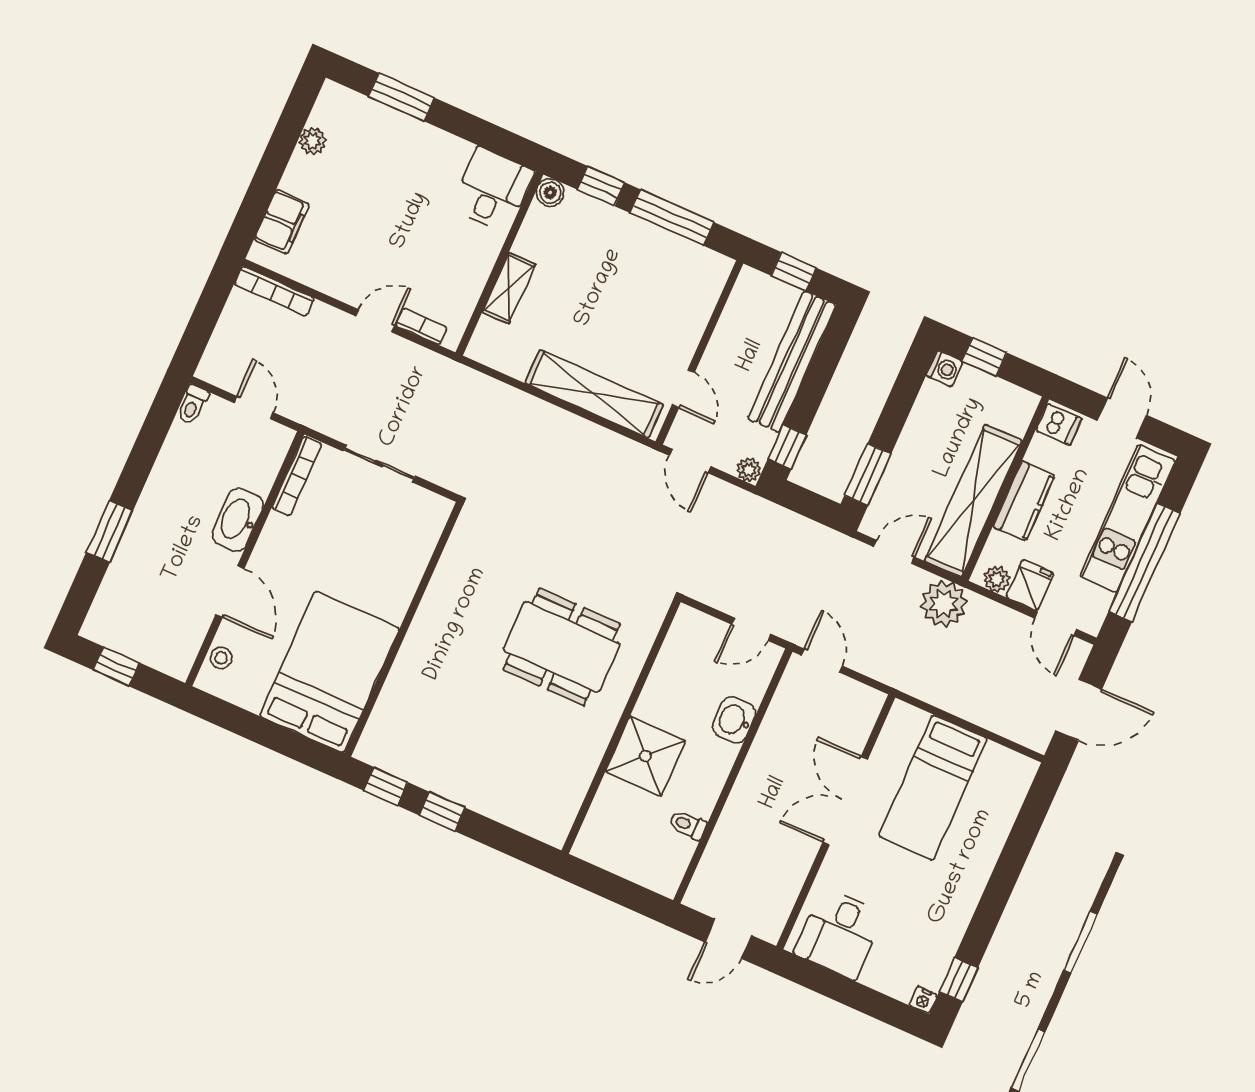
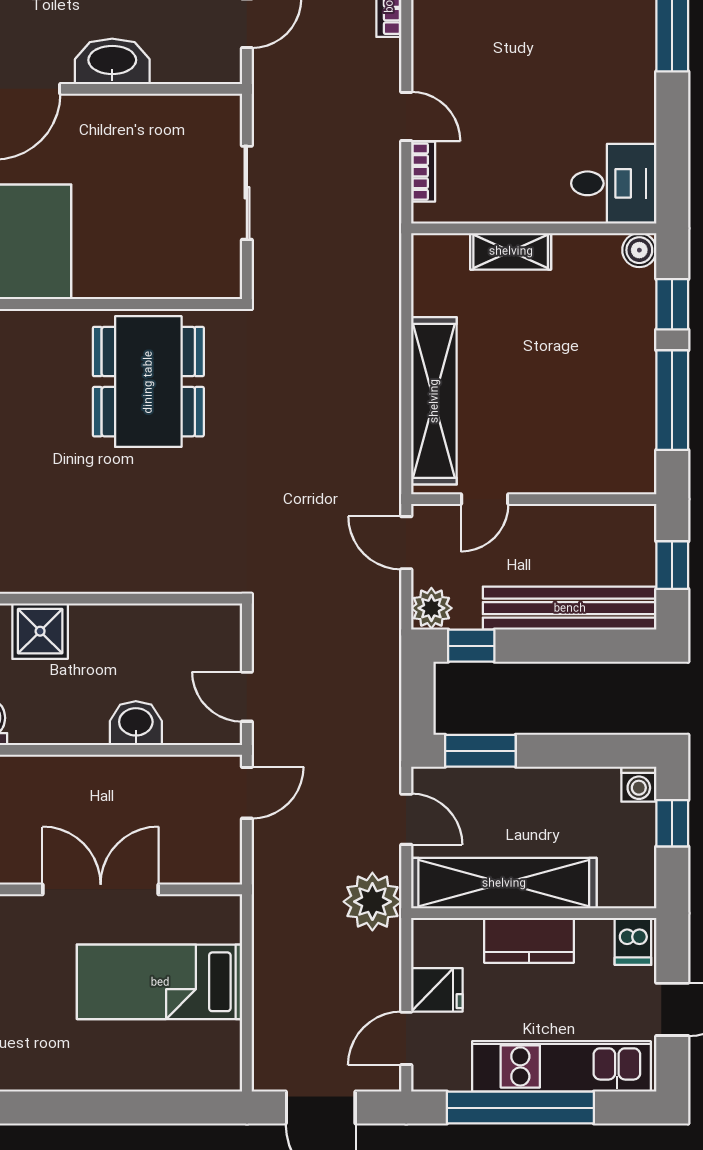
door: (690, 461) -> (406, 543), hinge flipped
plant: (749, 470) -> (431, 608), width x1.38, depth x1.38
bookcase: (297, 476) -> (191, 106), removed
plant: (997, 579) -> (427, 949), removed
dining table: (562, 647) -> (148, 382), moved
shower: (645, 756) -> (40, 631), width x0.73, depth x0.73

